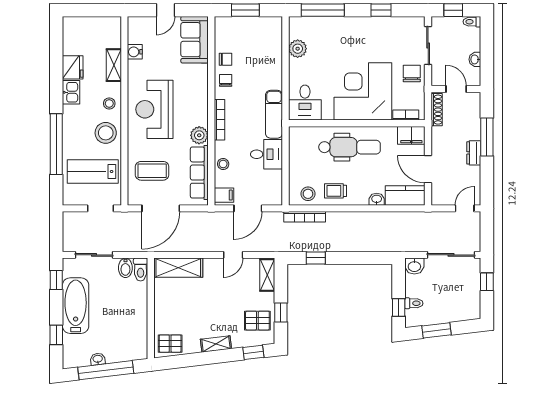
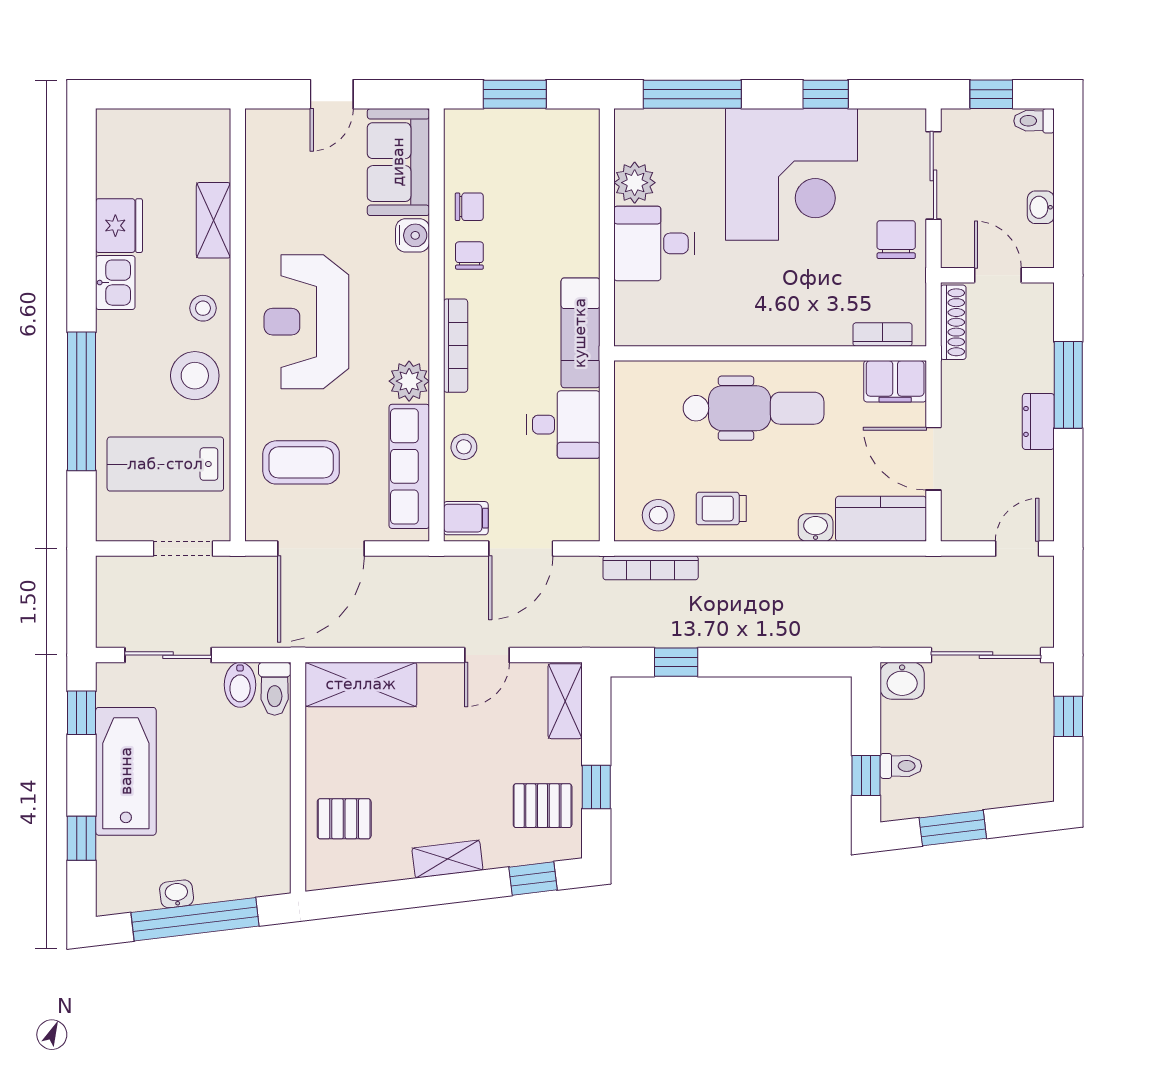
water cooler: (135, 52) -> (413, 235), moved, turned 180
corner desk: (363, 91) -> (792, 174), moved, turned 180
desk: (305, 103) -> (654, 243), moved, turned 90
pallet: (170, 344) -> (344, 819), moved

